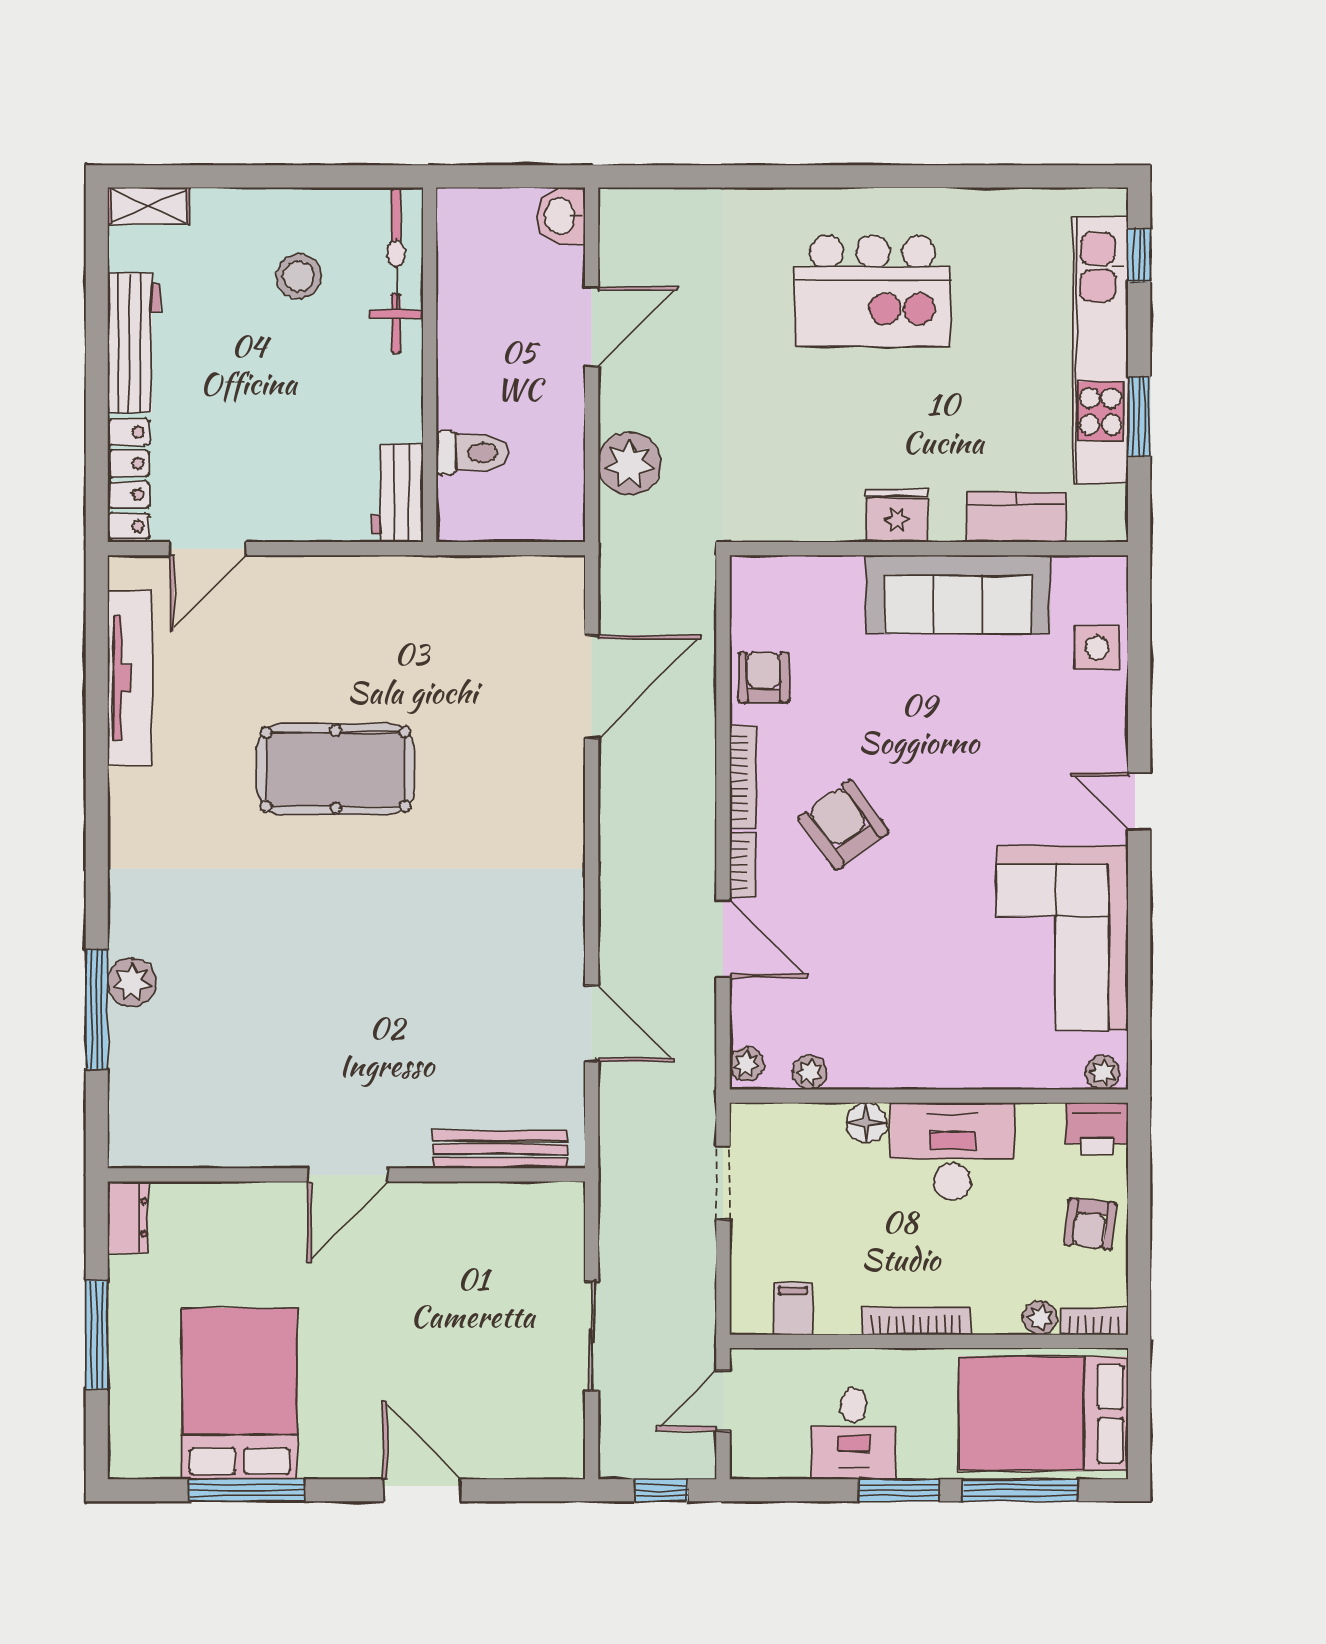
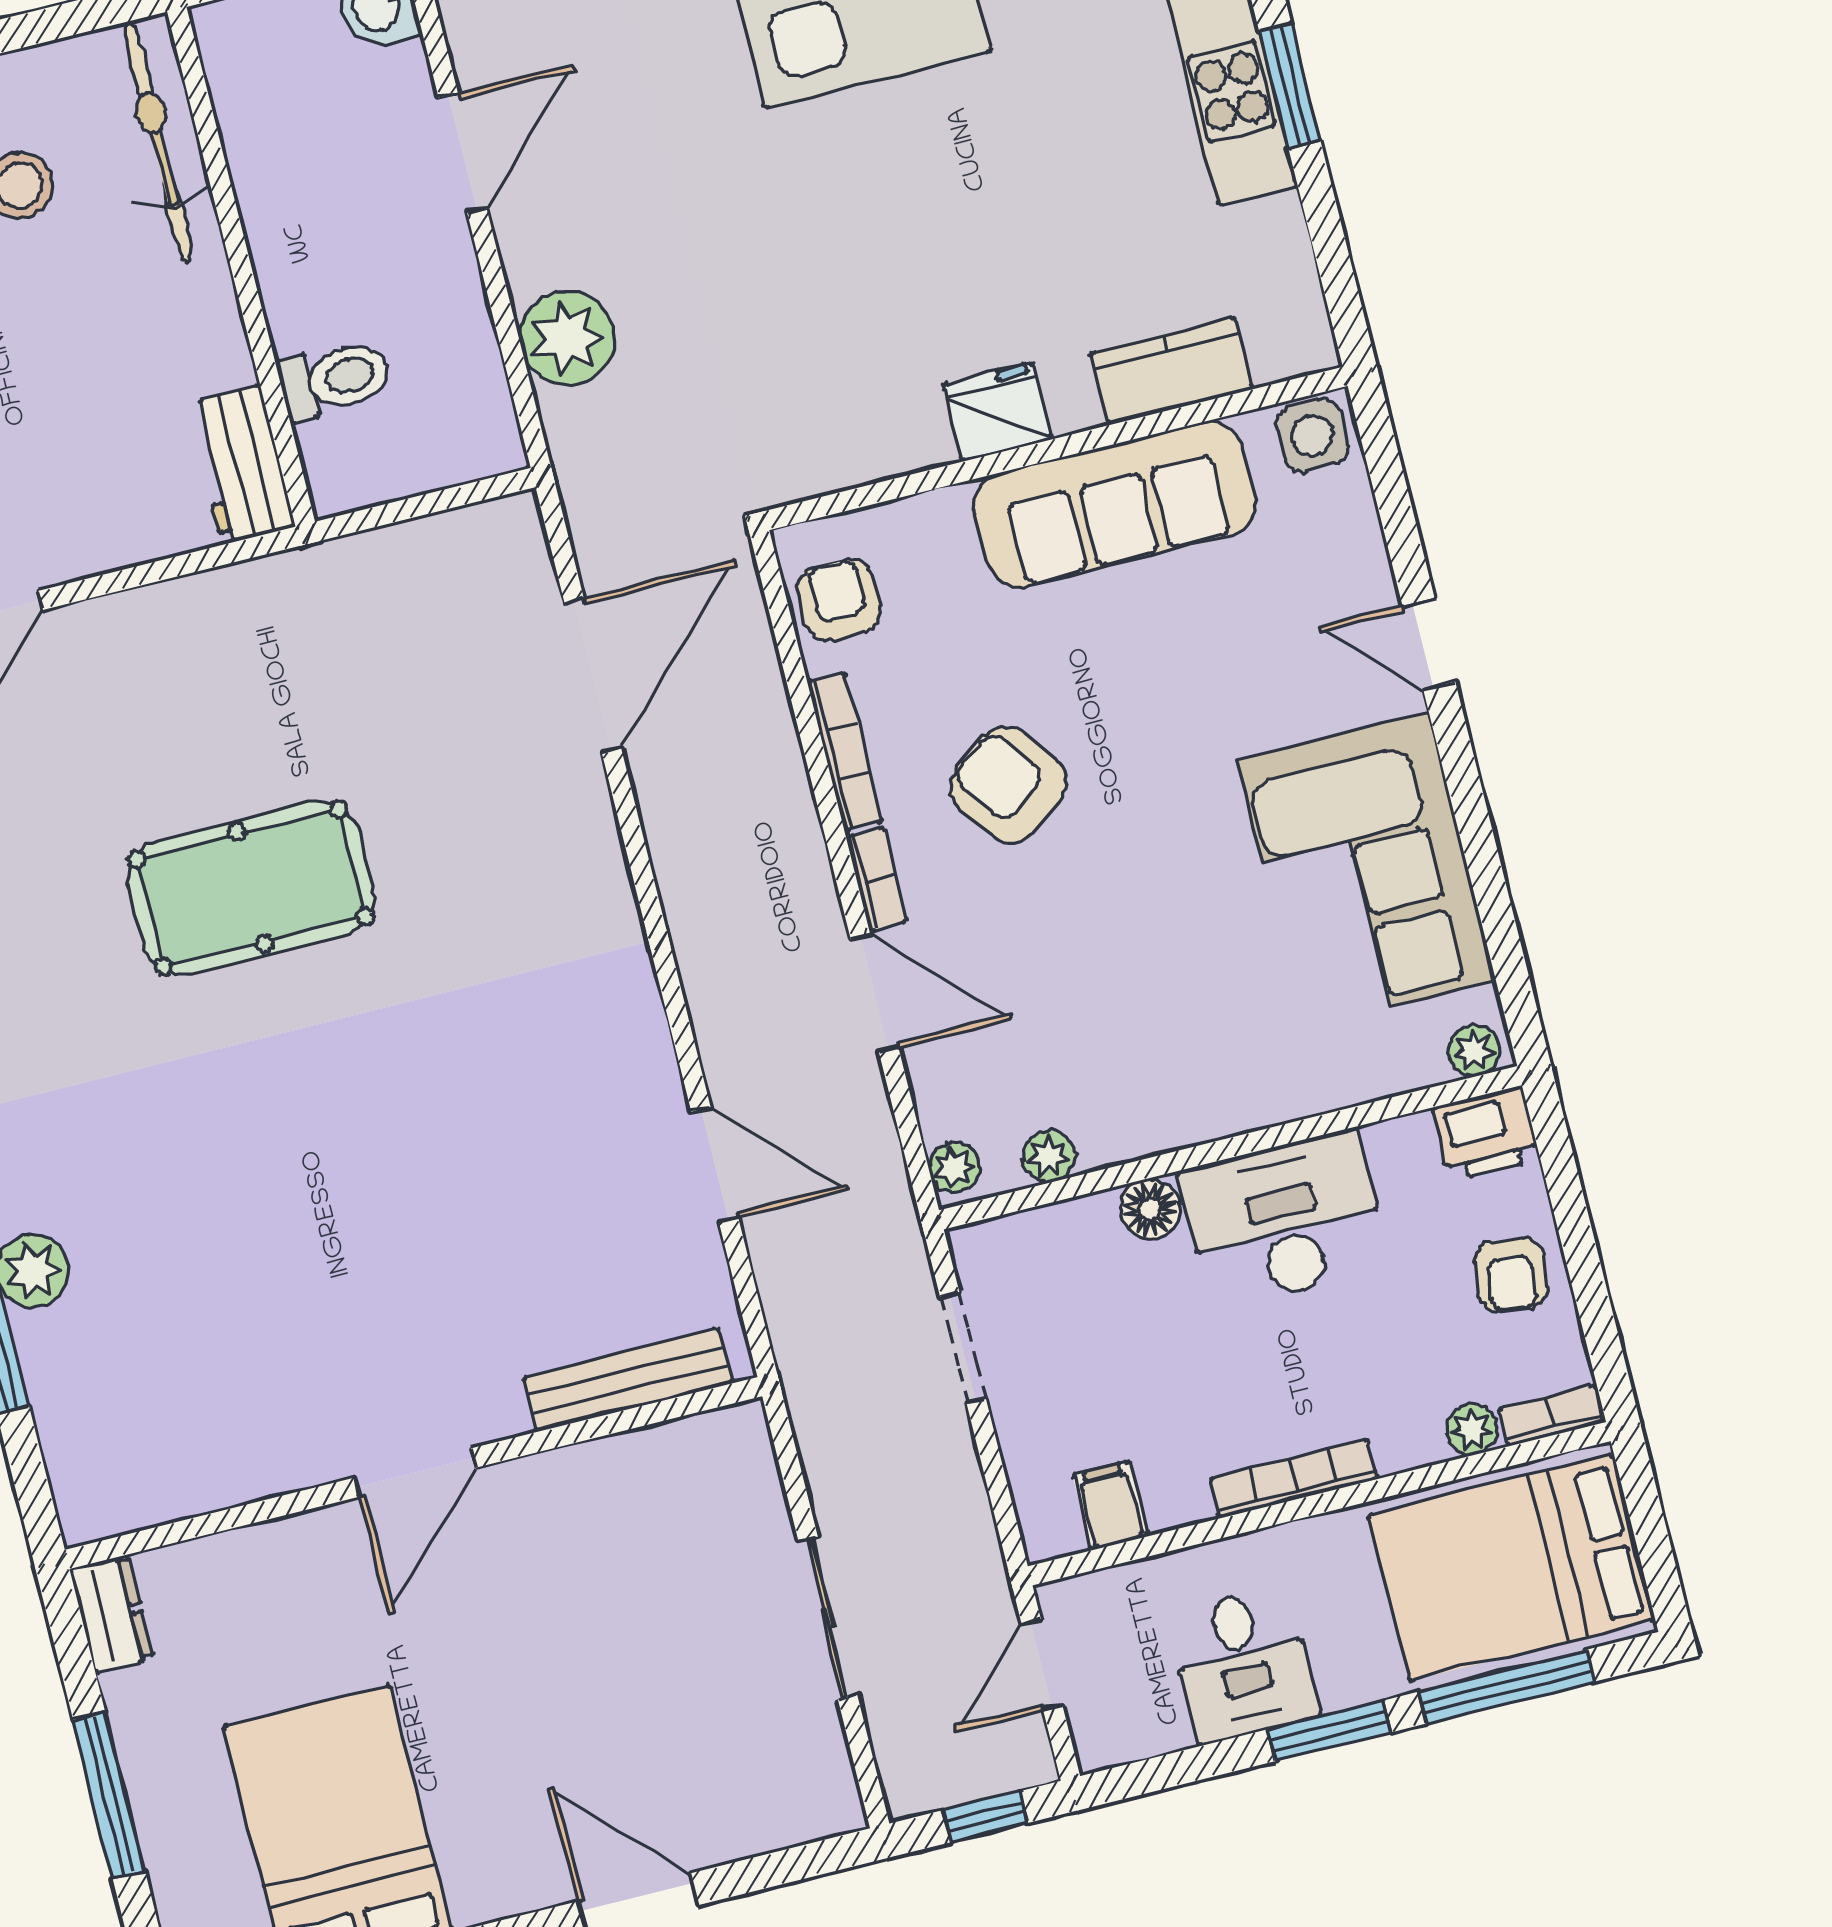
fridge: (897, 516) -> (997, 412), moved
kitchen counter: (1016, 517) -> (1171, 371), moved
wall: (929, 549) -> (1056, 448), moved
sofa: (958, 594) -> (1115, 504), moved

